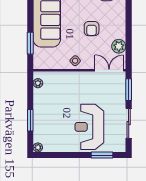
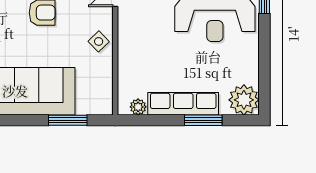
row of seats: (40, 109) -> (183, 104), added
plant: (38, 147) -> (244, 100), width x1.87, depth x1.87

